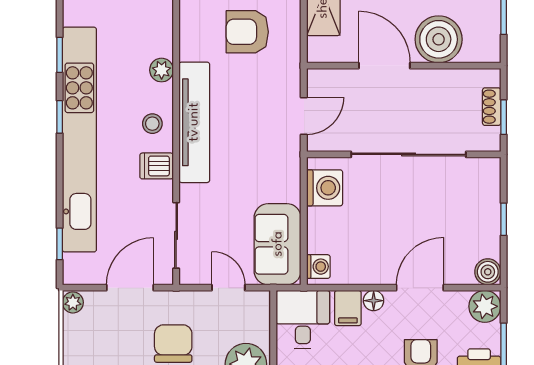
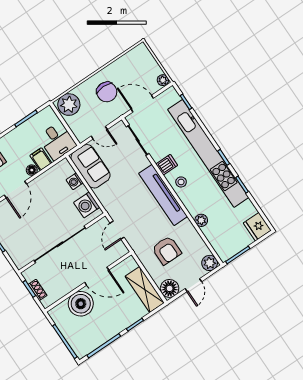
armchair: (247, 32) -> (167, 250), turned 90
plant: (162, 70) -> (201, 220), moved
washing machine: (318, 267) -> (75, 181), moved
door: (130, 288) -> (142, 104), swing flipped

